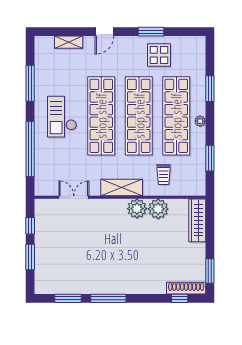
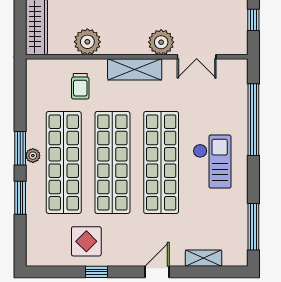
window: (151, 32) -> (96, 272), width x0.67
window: (30, 83) -> (253, 227), moved
window: (210, 158) -> (20, 148), moved
trolley: (164, 175) -> (80, 86), turned 180
plant: (137, 209) -> (161, 42), moved

